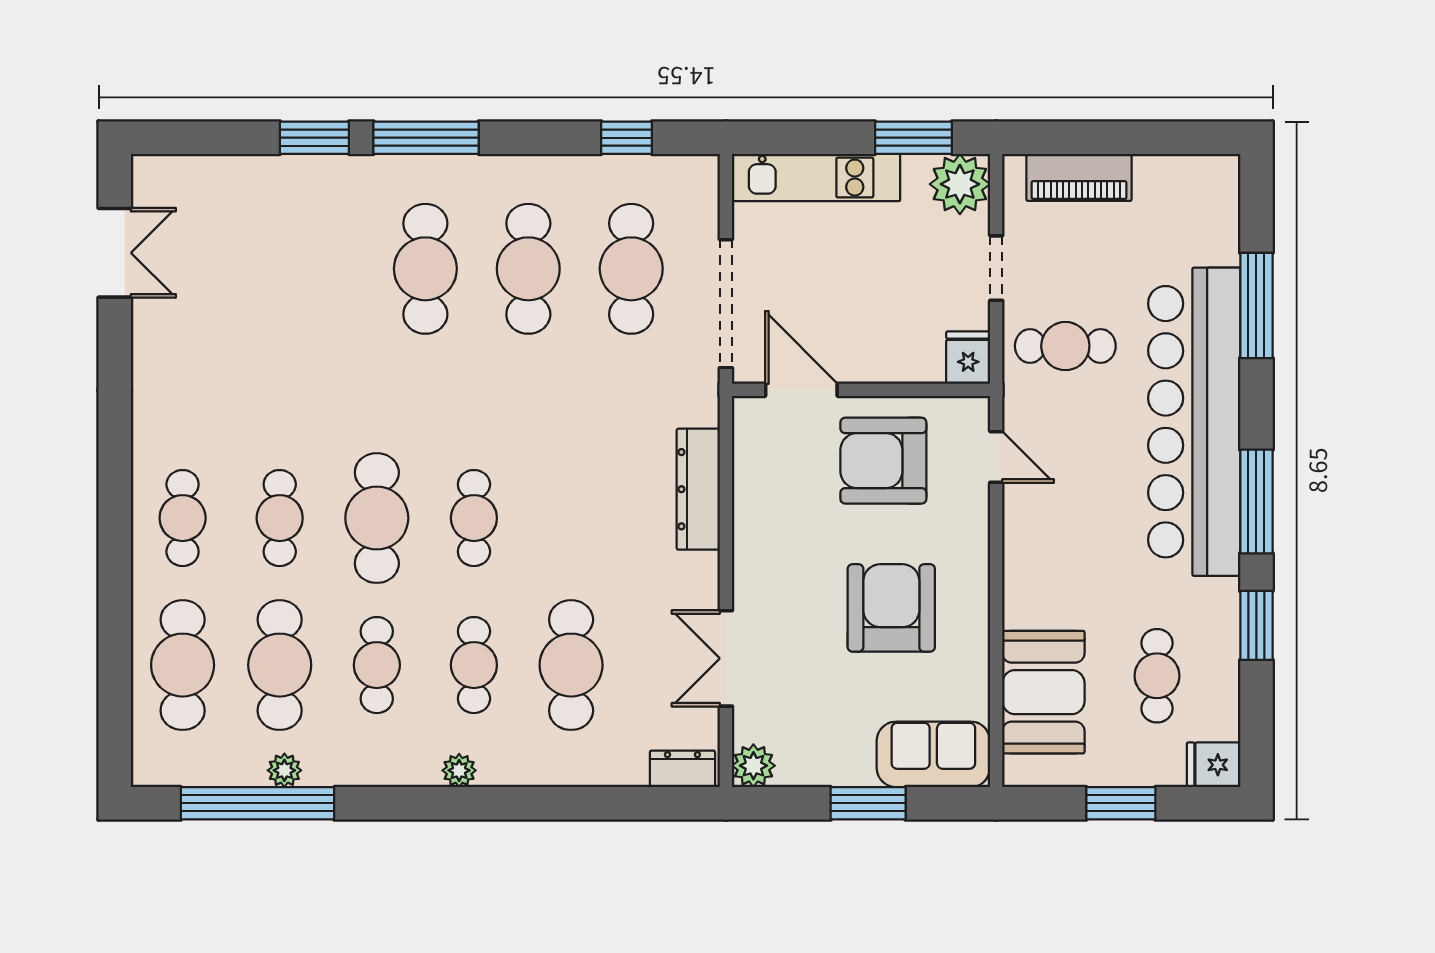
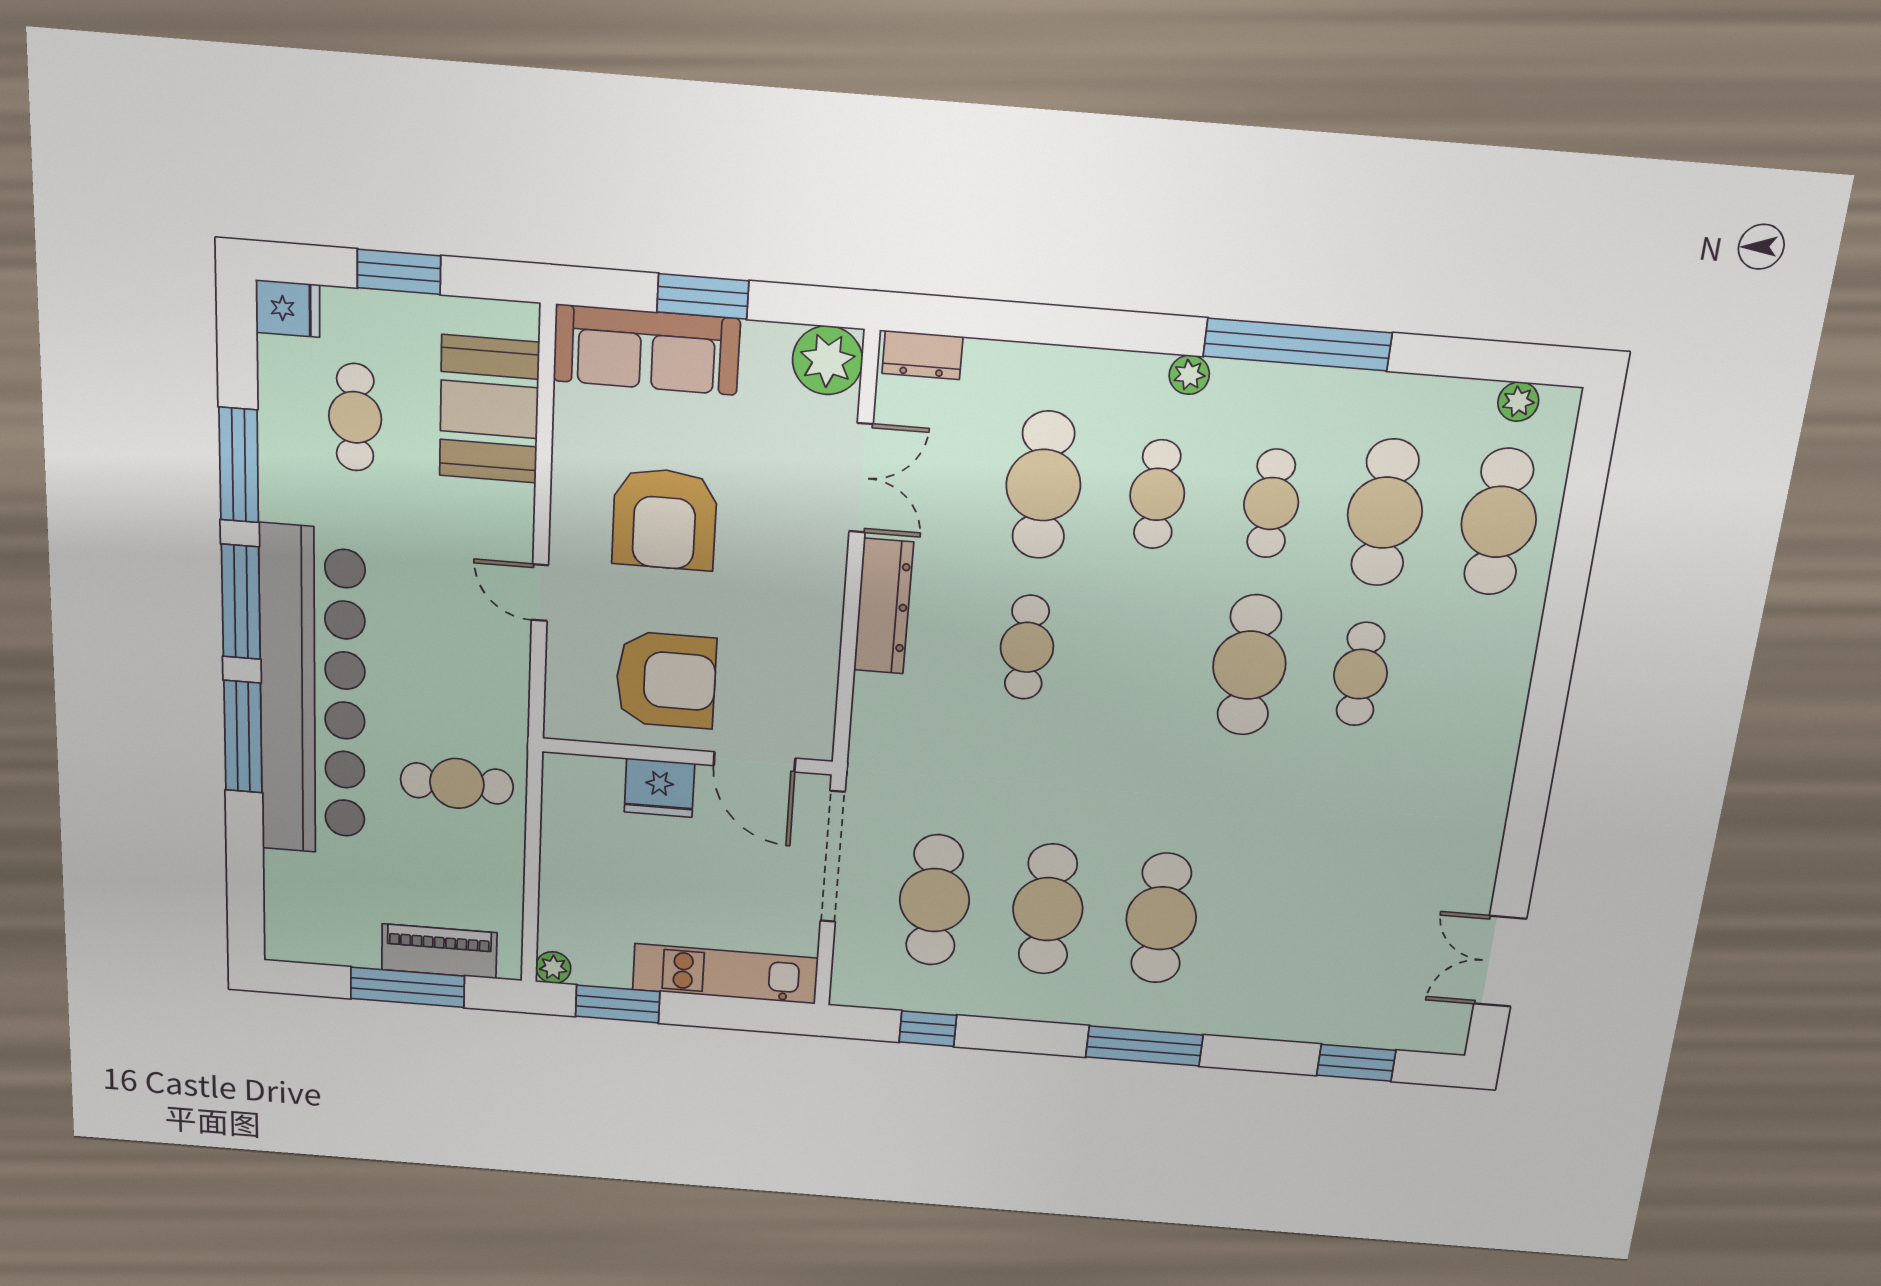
window: (314, 138) -> (1356, 1063), moved
window: (1108, 138) -> (407, 987), added
plant: (960, 184) -> (553, 968), width x0.53, depth x0.53
doorway: (996, 268) -> (532, 869), removed
window: (1256, 305) -> (243, 737), moved
fridge: (968, 358) -> (659, 788), moved, width x1.38
door: (996, 457) -> (540, 593), moved
dresser: (698, 489) -> (883, 606), moved
cafe table: (183, 518) -> (1472, 683), removed
cafe table: (474, 518) -> (1027, 647), moved
window: (1256, 625) -> (239, 465), width x1.44
sofa: (933, 754) -> (646, 350), width x1.36
plant: (753, 766) -> (828, 360), width x1.36, depth x1.36
plant: (284, 770) -> (1518, 402), moved
window: (258, 803) -> (1298, 345), moved

